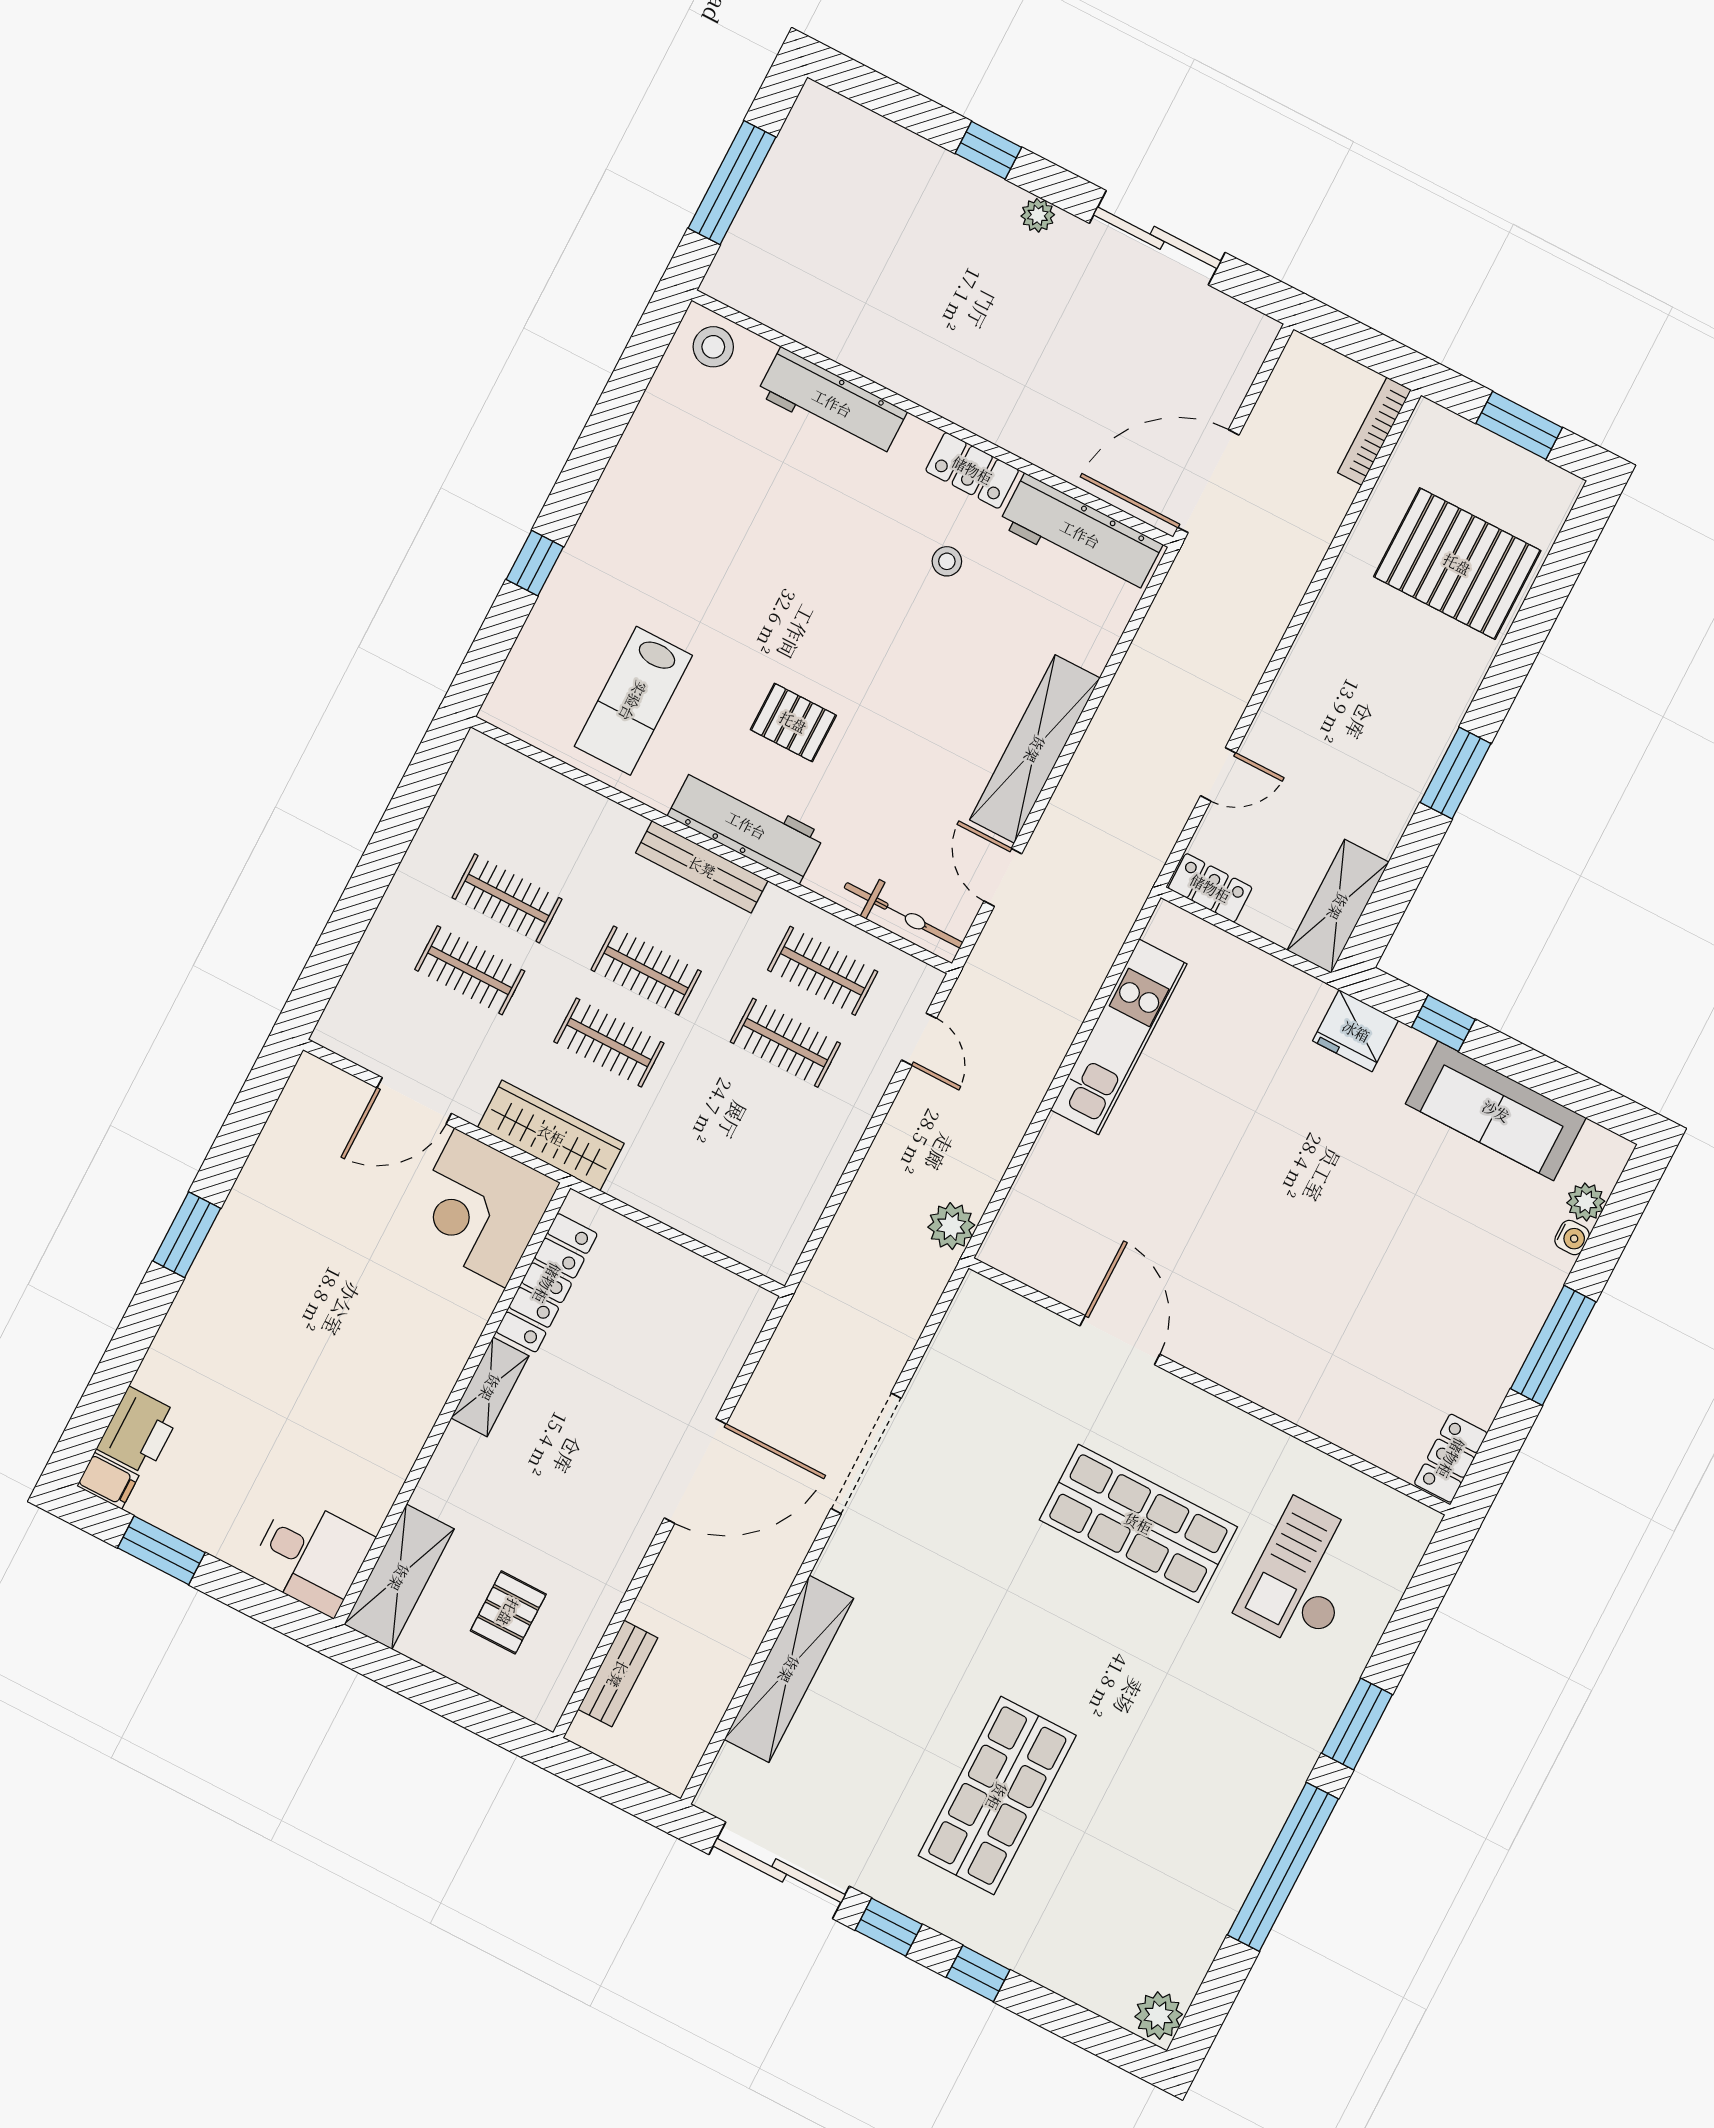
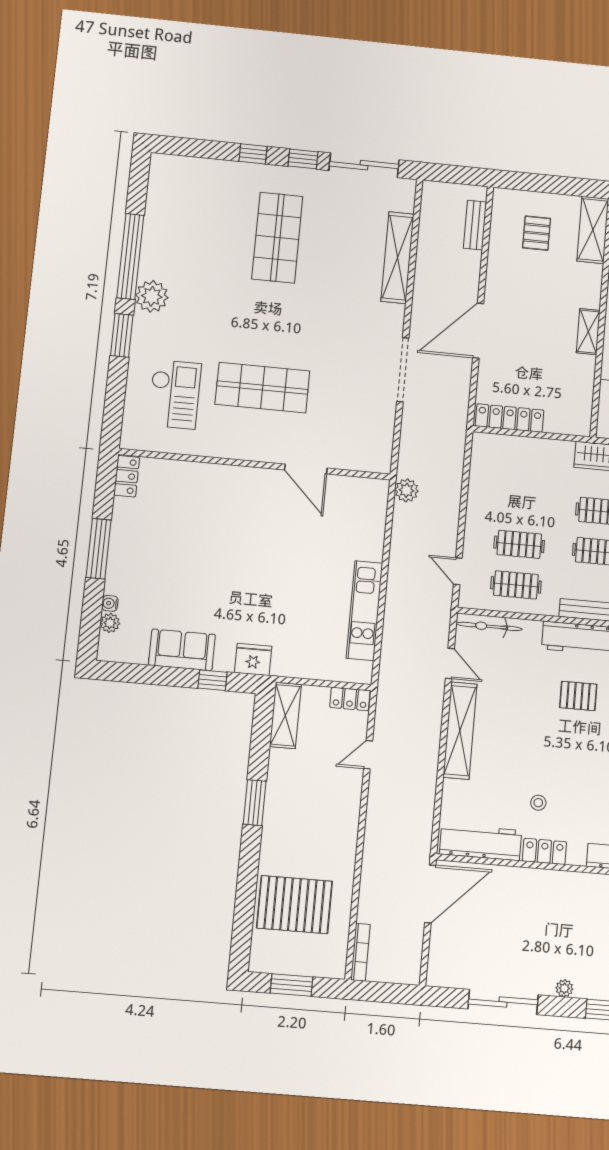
sofa: (1496, 1111) -> (182, 650), width x0.73
locker: (547, 1283) -> (510, 418), moved, turned 90
plant: (1159, 2016) -> (152, 296), moved, width x1.36, depth x1.36

